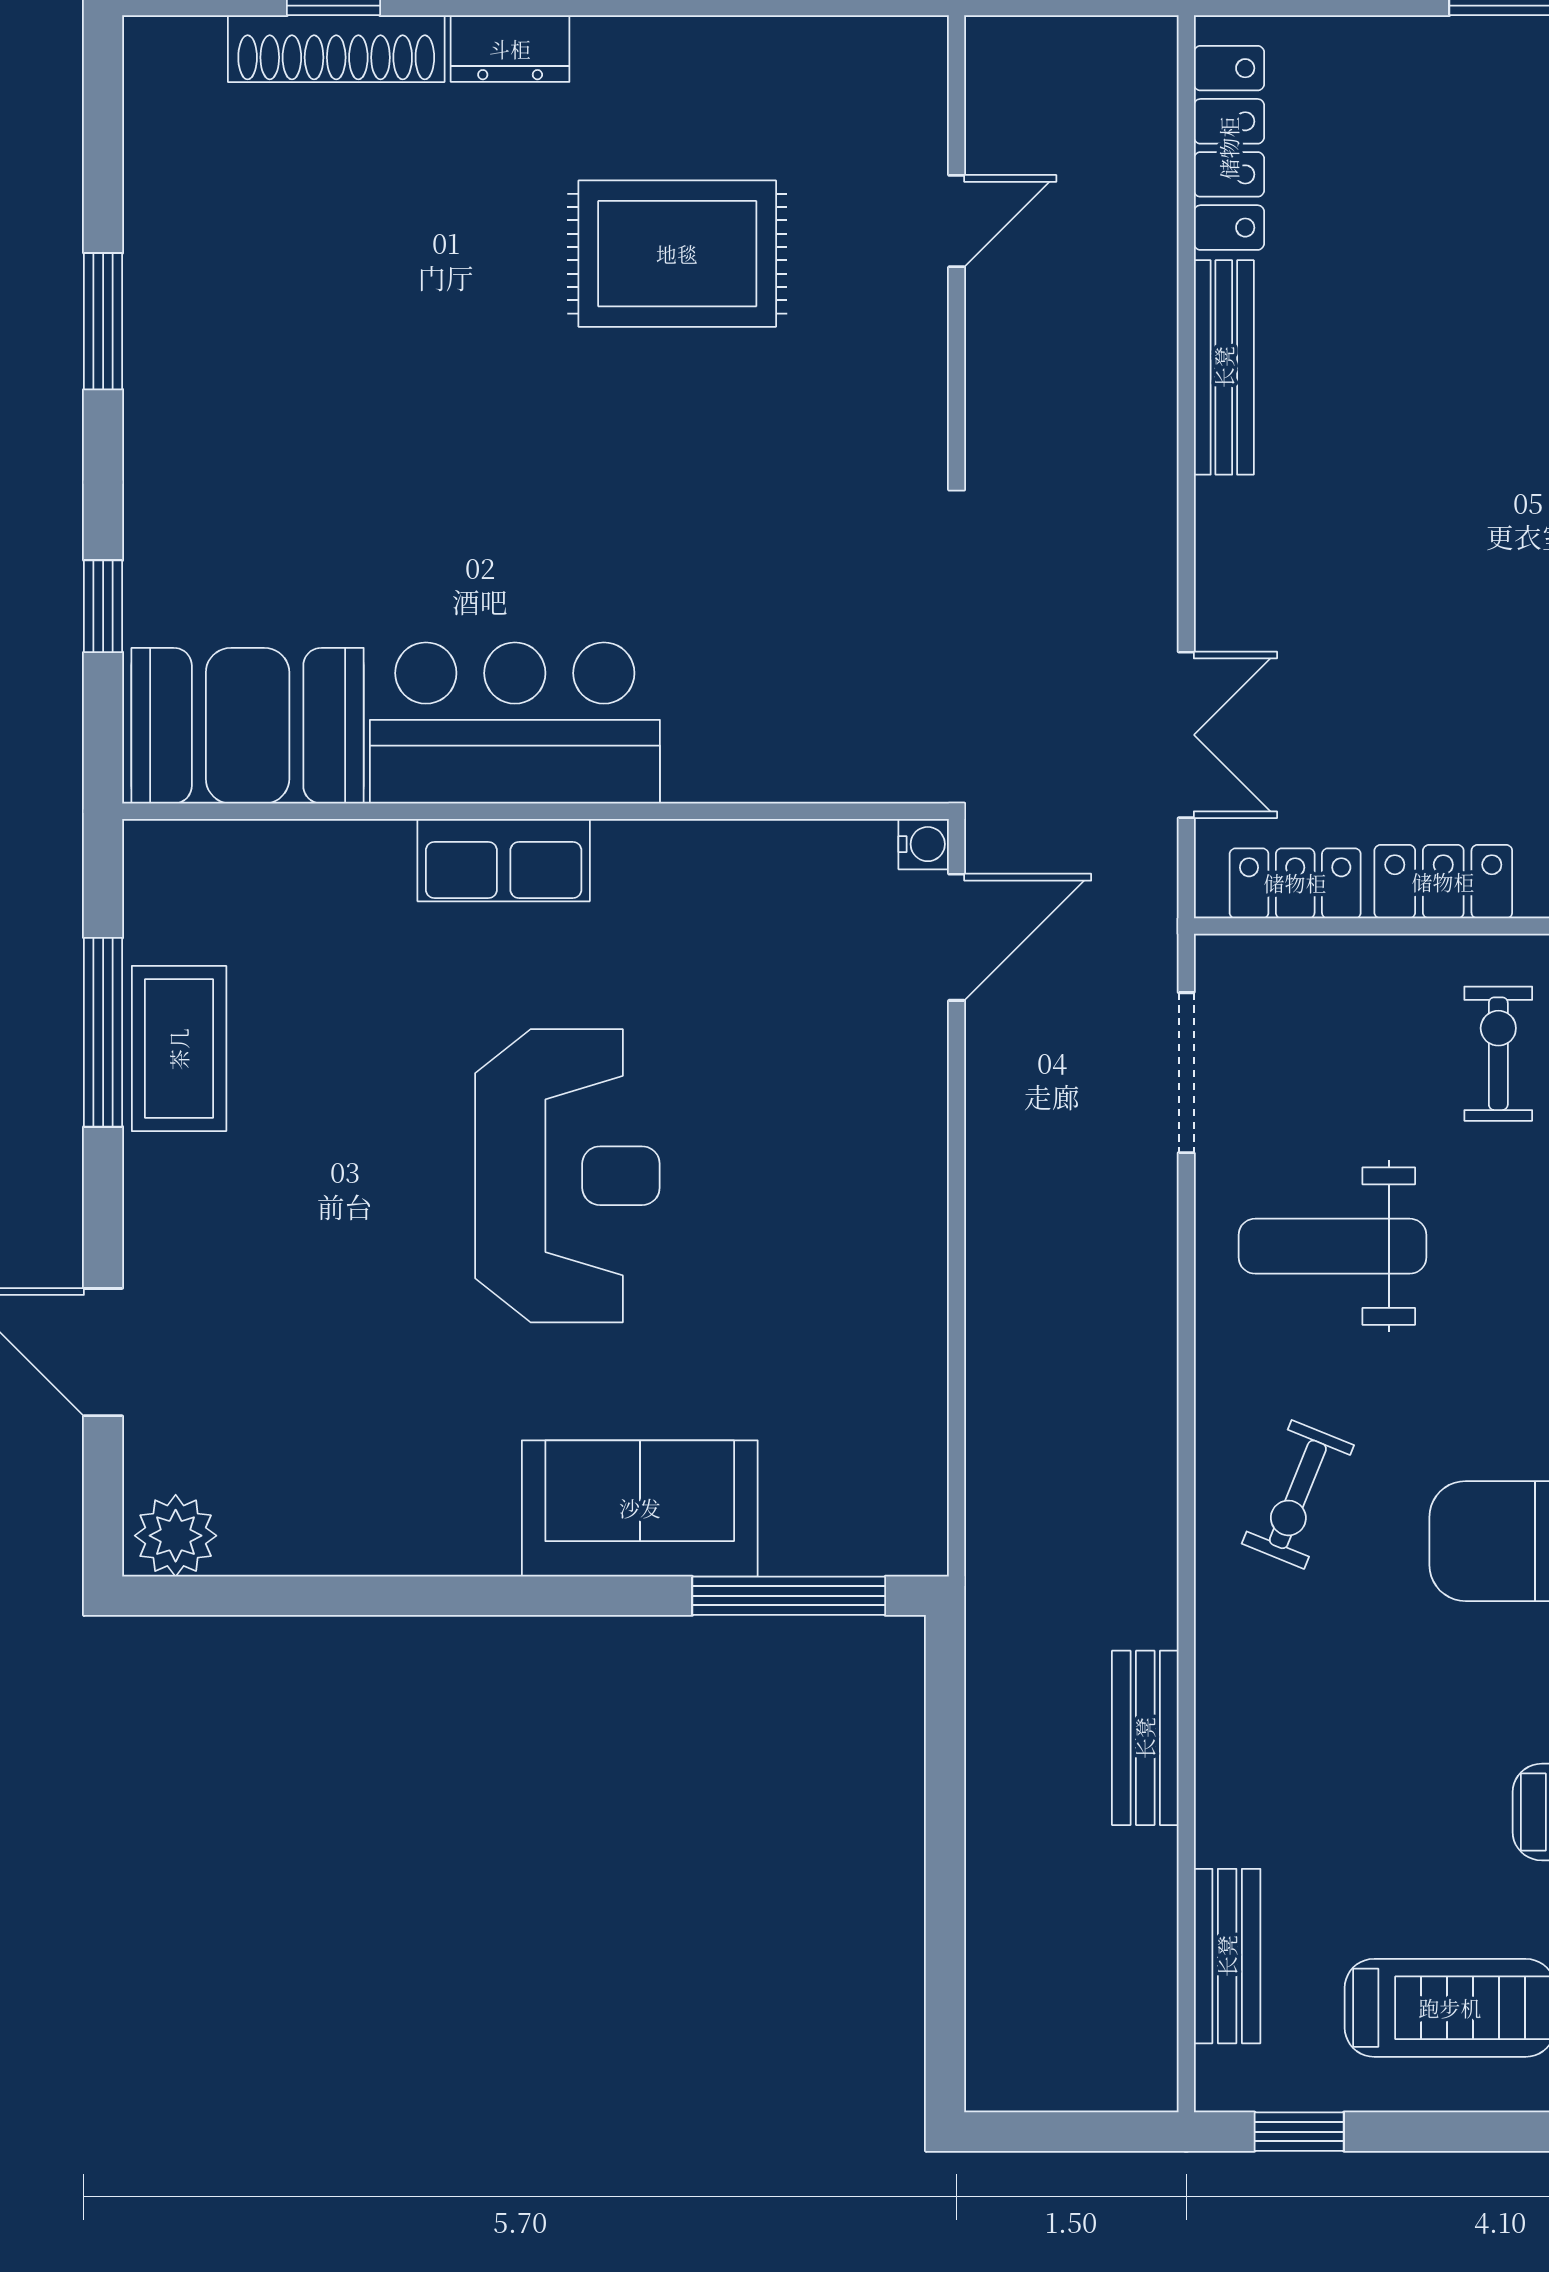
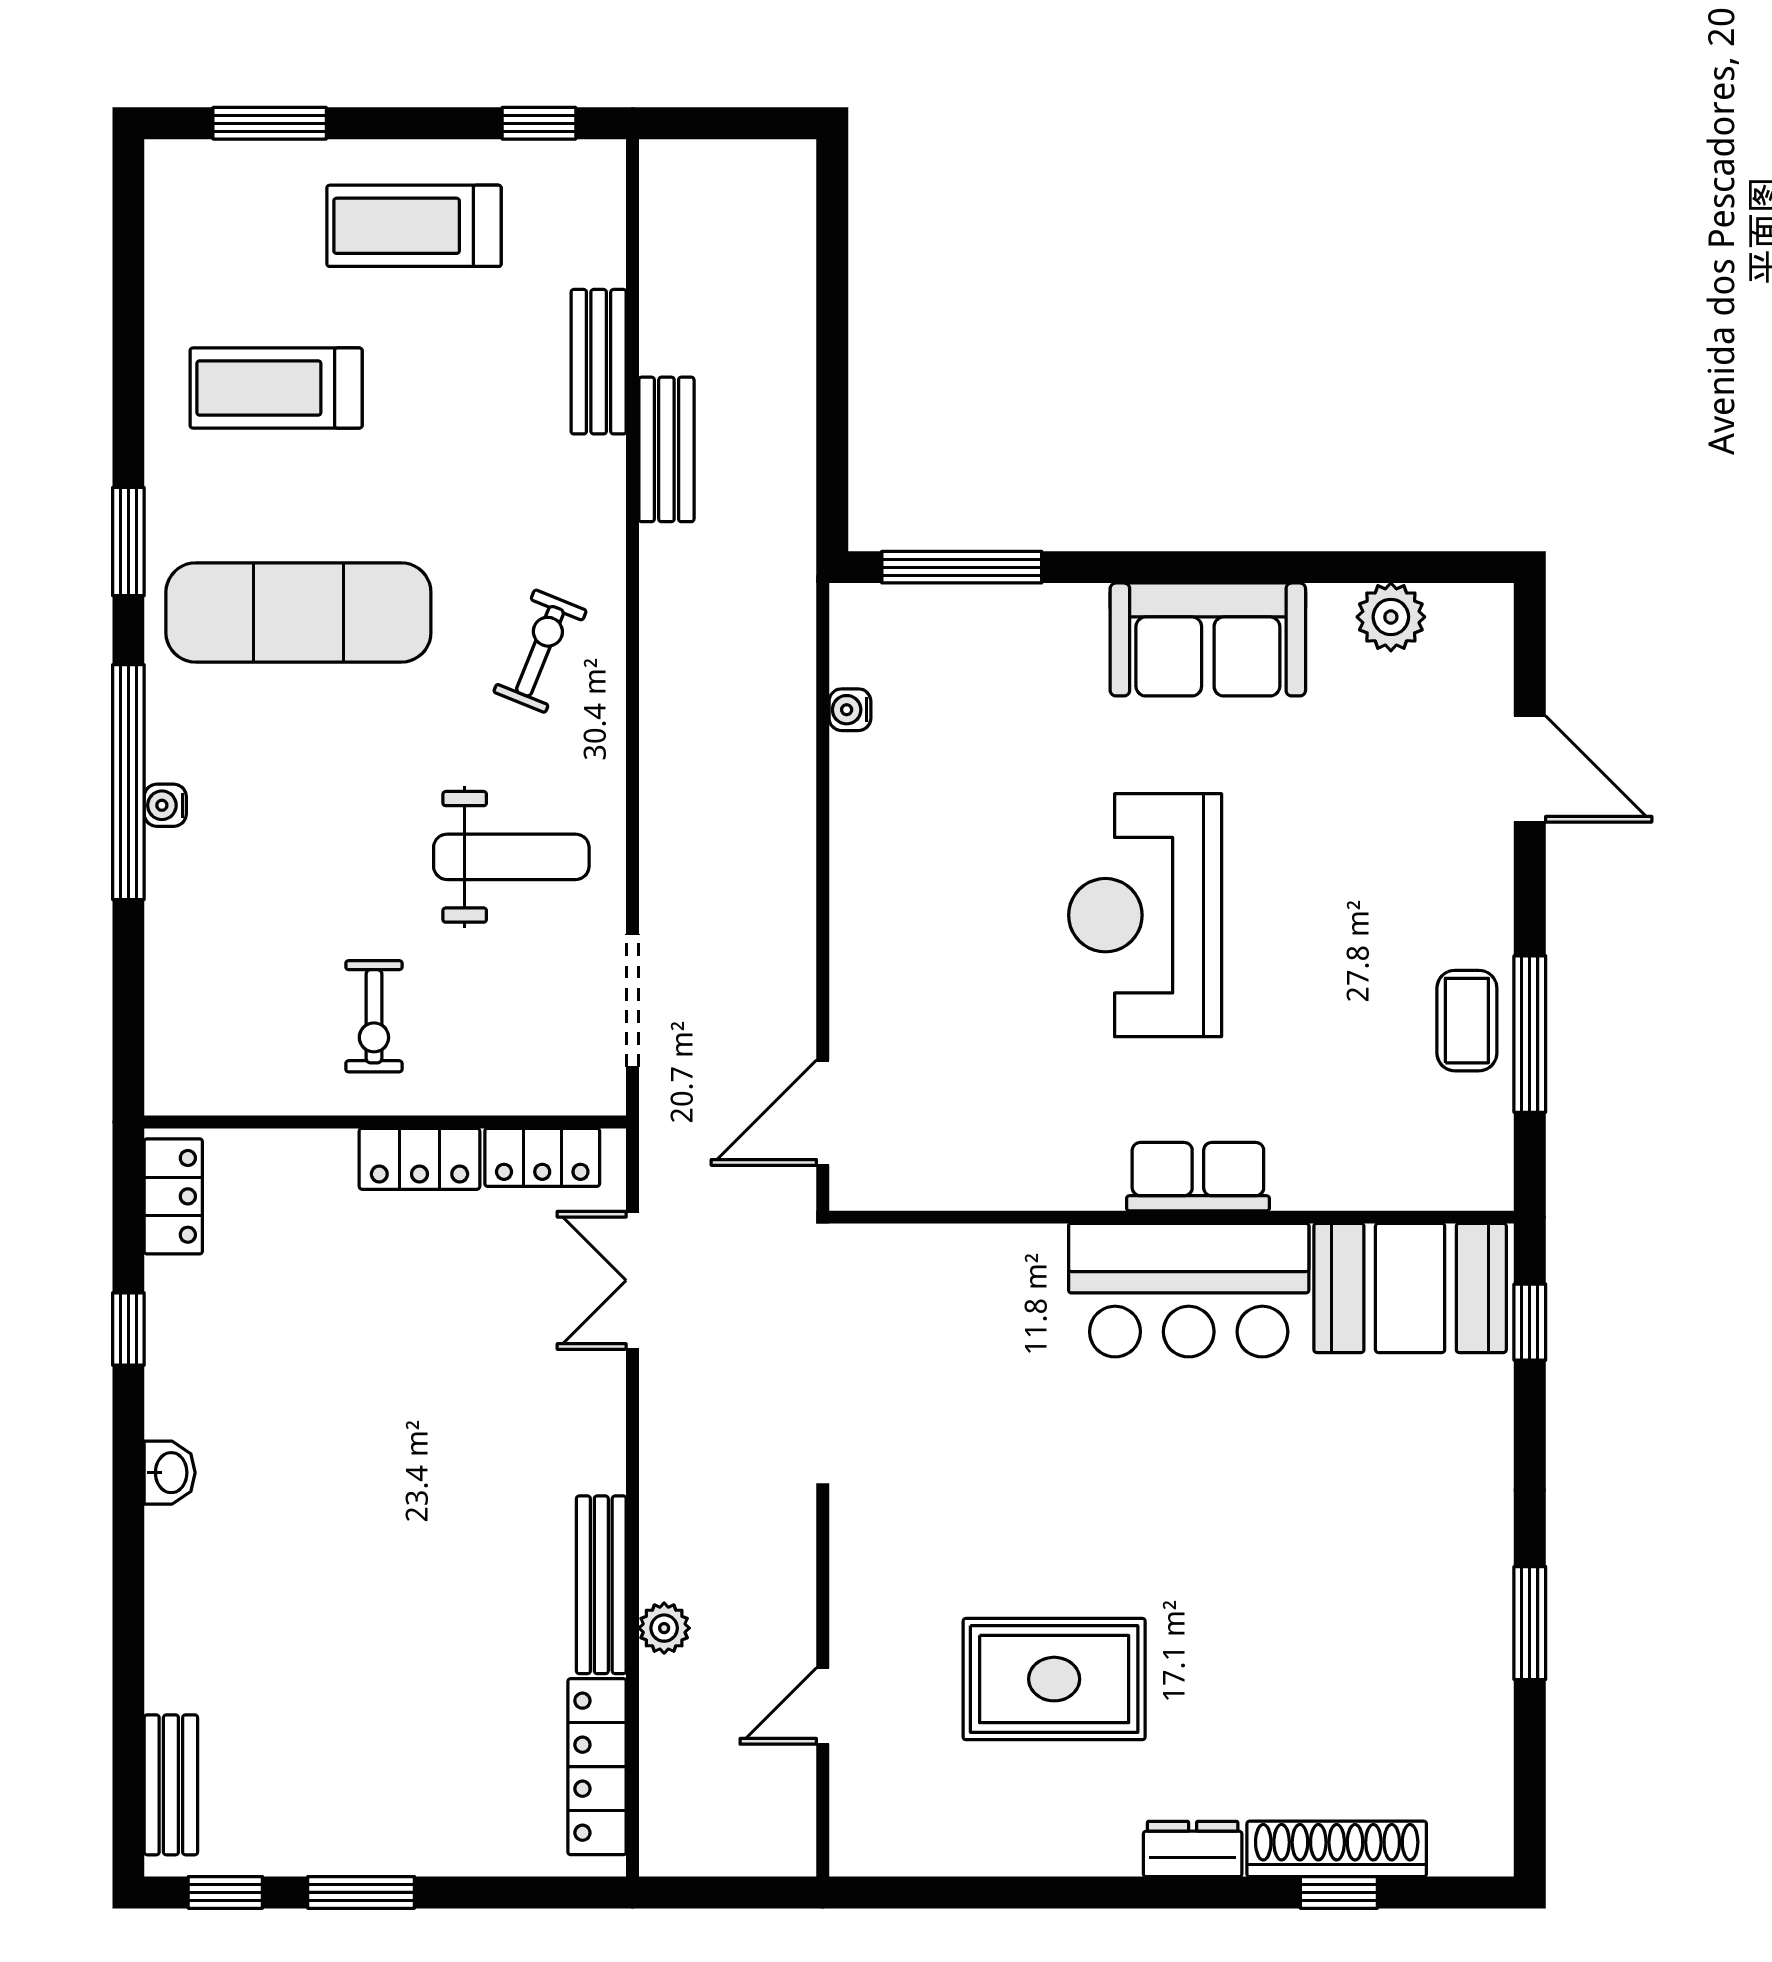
plant: (1148, 315) -> (664, 1628), added
window: (103, 606) -> (1530, 1322), moved
water cooler: (924, 844) -> (850, 710), moved
coffee table: (179, 1049) -> (1467, 1021), width x0.73, depth x0.77
sofa: (640, 1508) -> (1208, 639), moved
plant: (176, 1536) -> (1391, 617), moved
bench: (1227, 1956) -> (599, 362), moved

